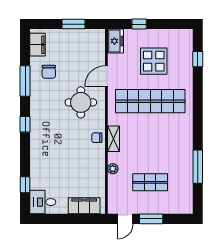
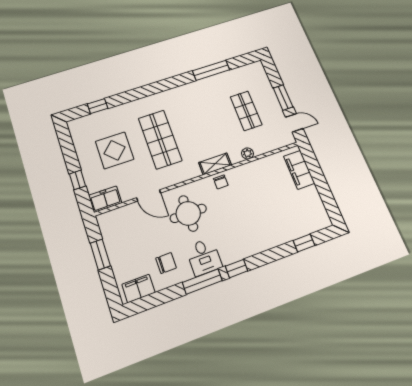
window: (25, 81) -> (202, 282), moved
shop shelf: (150, 101) -> (160, 139), width x0.71
desk: (43, 202) -> (204, 257), moved

